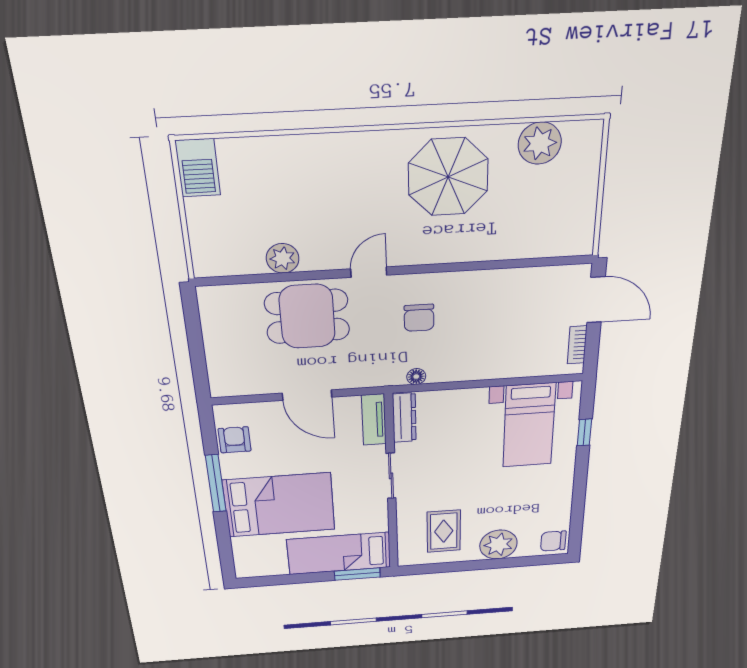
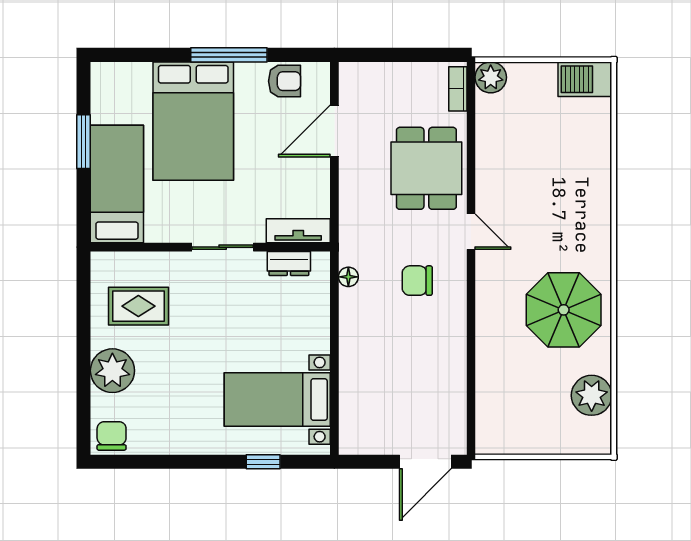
plant: (283, 258) -> (491, 77), moved
bookcase: (577, 345) -> (458, 89), moved, turned -90
door: (307, 395) -> (334, 131), moved
dresser: (404, 418) -> (289, 263), width x0.70
window: (357, 574) -> (84, 142), moved

